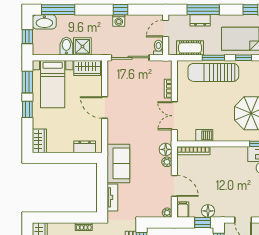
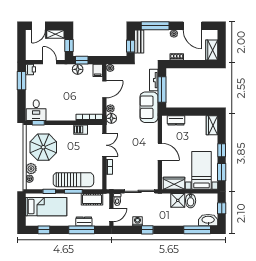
washing machine: (119, 20) -> (138, 221), moved
window: (102, 186) -> (162, 89), added
door: (174, 186) -> (104, 89), swing flipped

